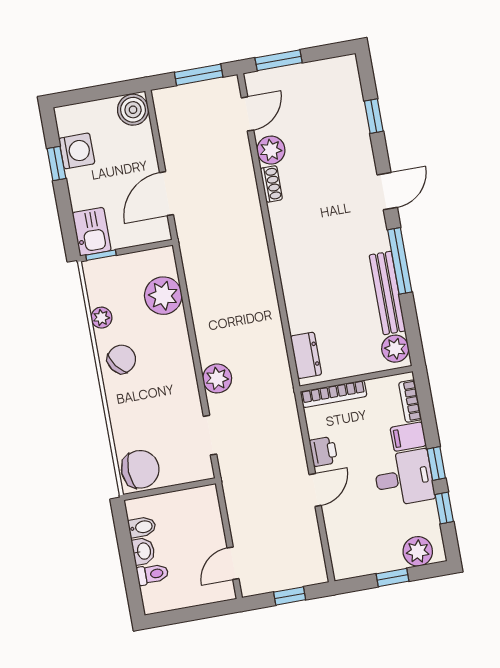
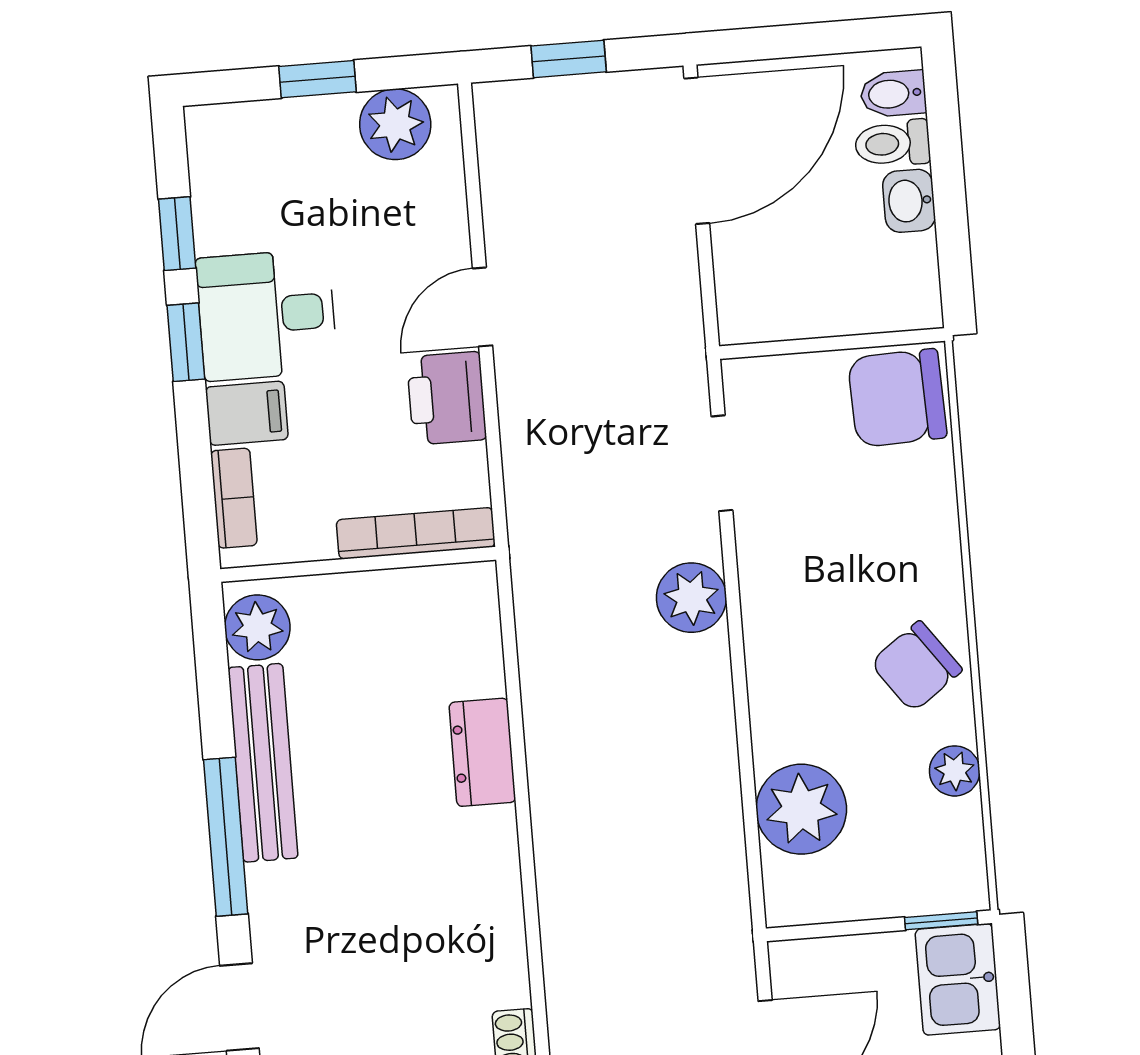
dresser: (306, 355) -> (482, 752), moved
printer: (323, 451) -> (447, 398), width x1.36, depth x1.24
bidet: (142, 527) -> (893, 94), moved
plant: (418, 551) -> (395, 124), moved
door: (233, 563) -> (697, 151), width x1.88

